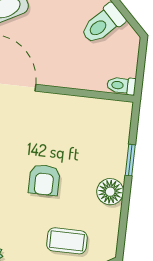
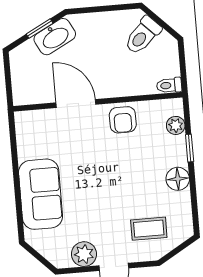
plant: (120, 132) -> (176, 125), added
armchair: (44, 180) -> (123, 120), moved

